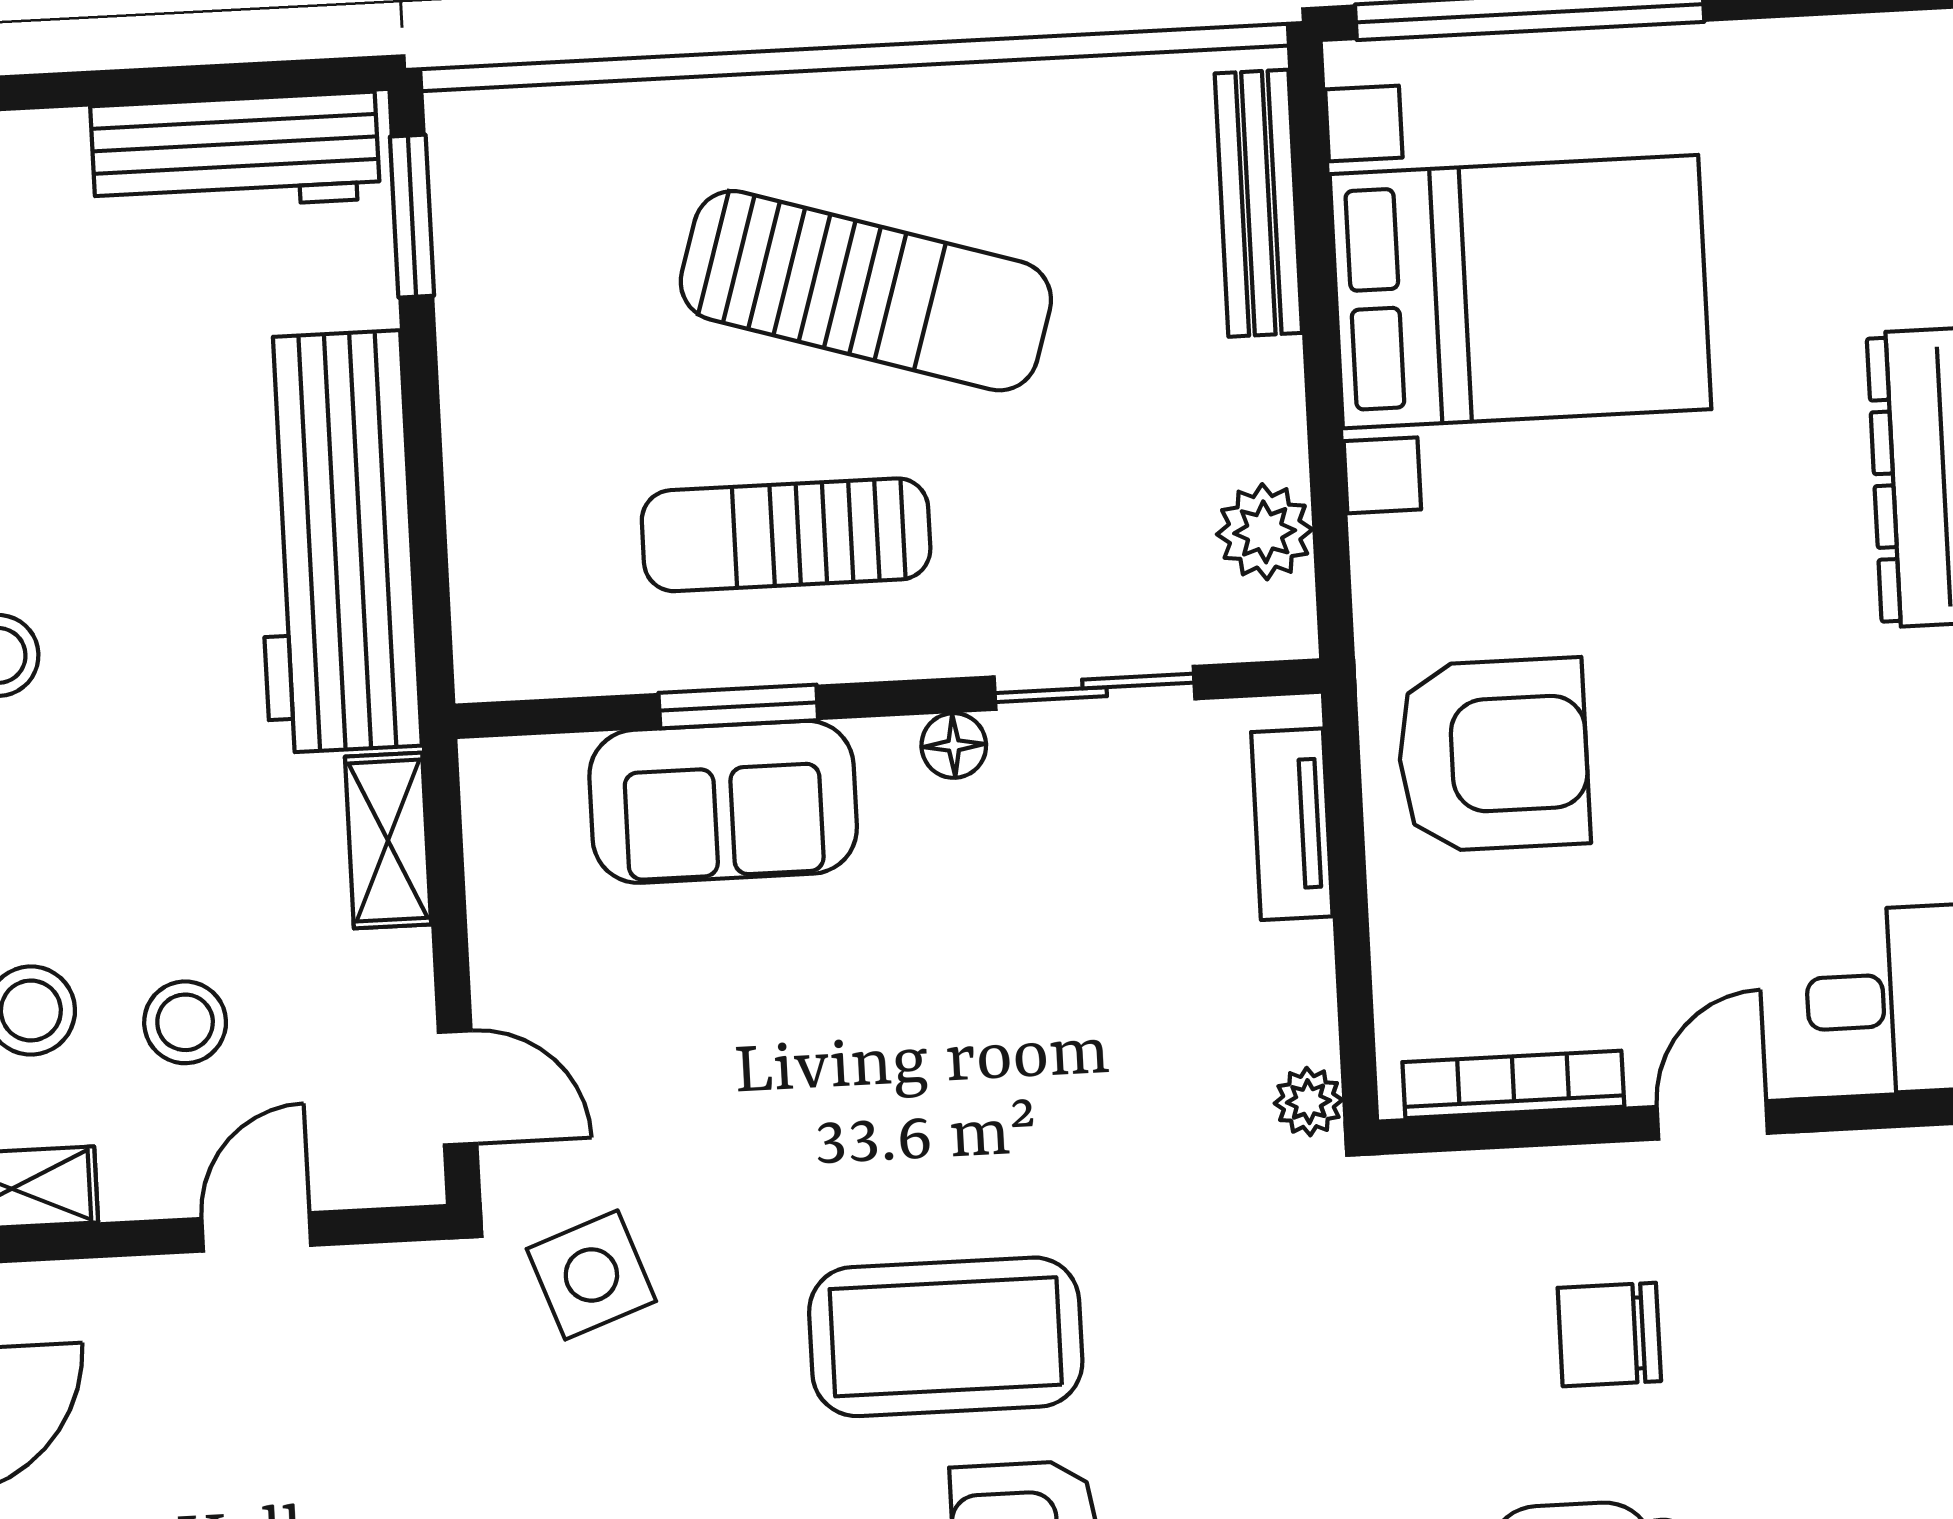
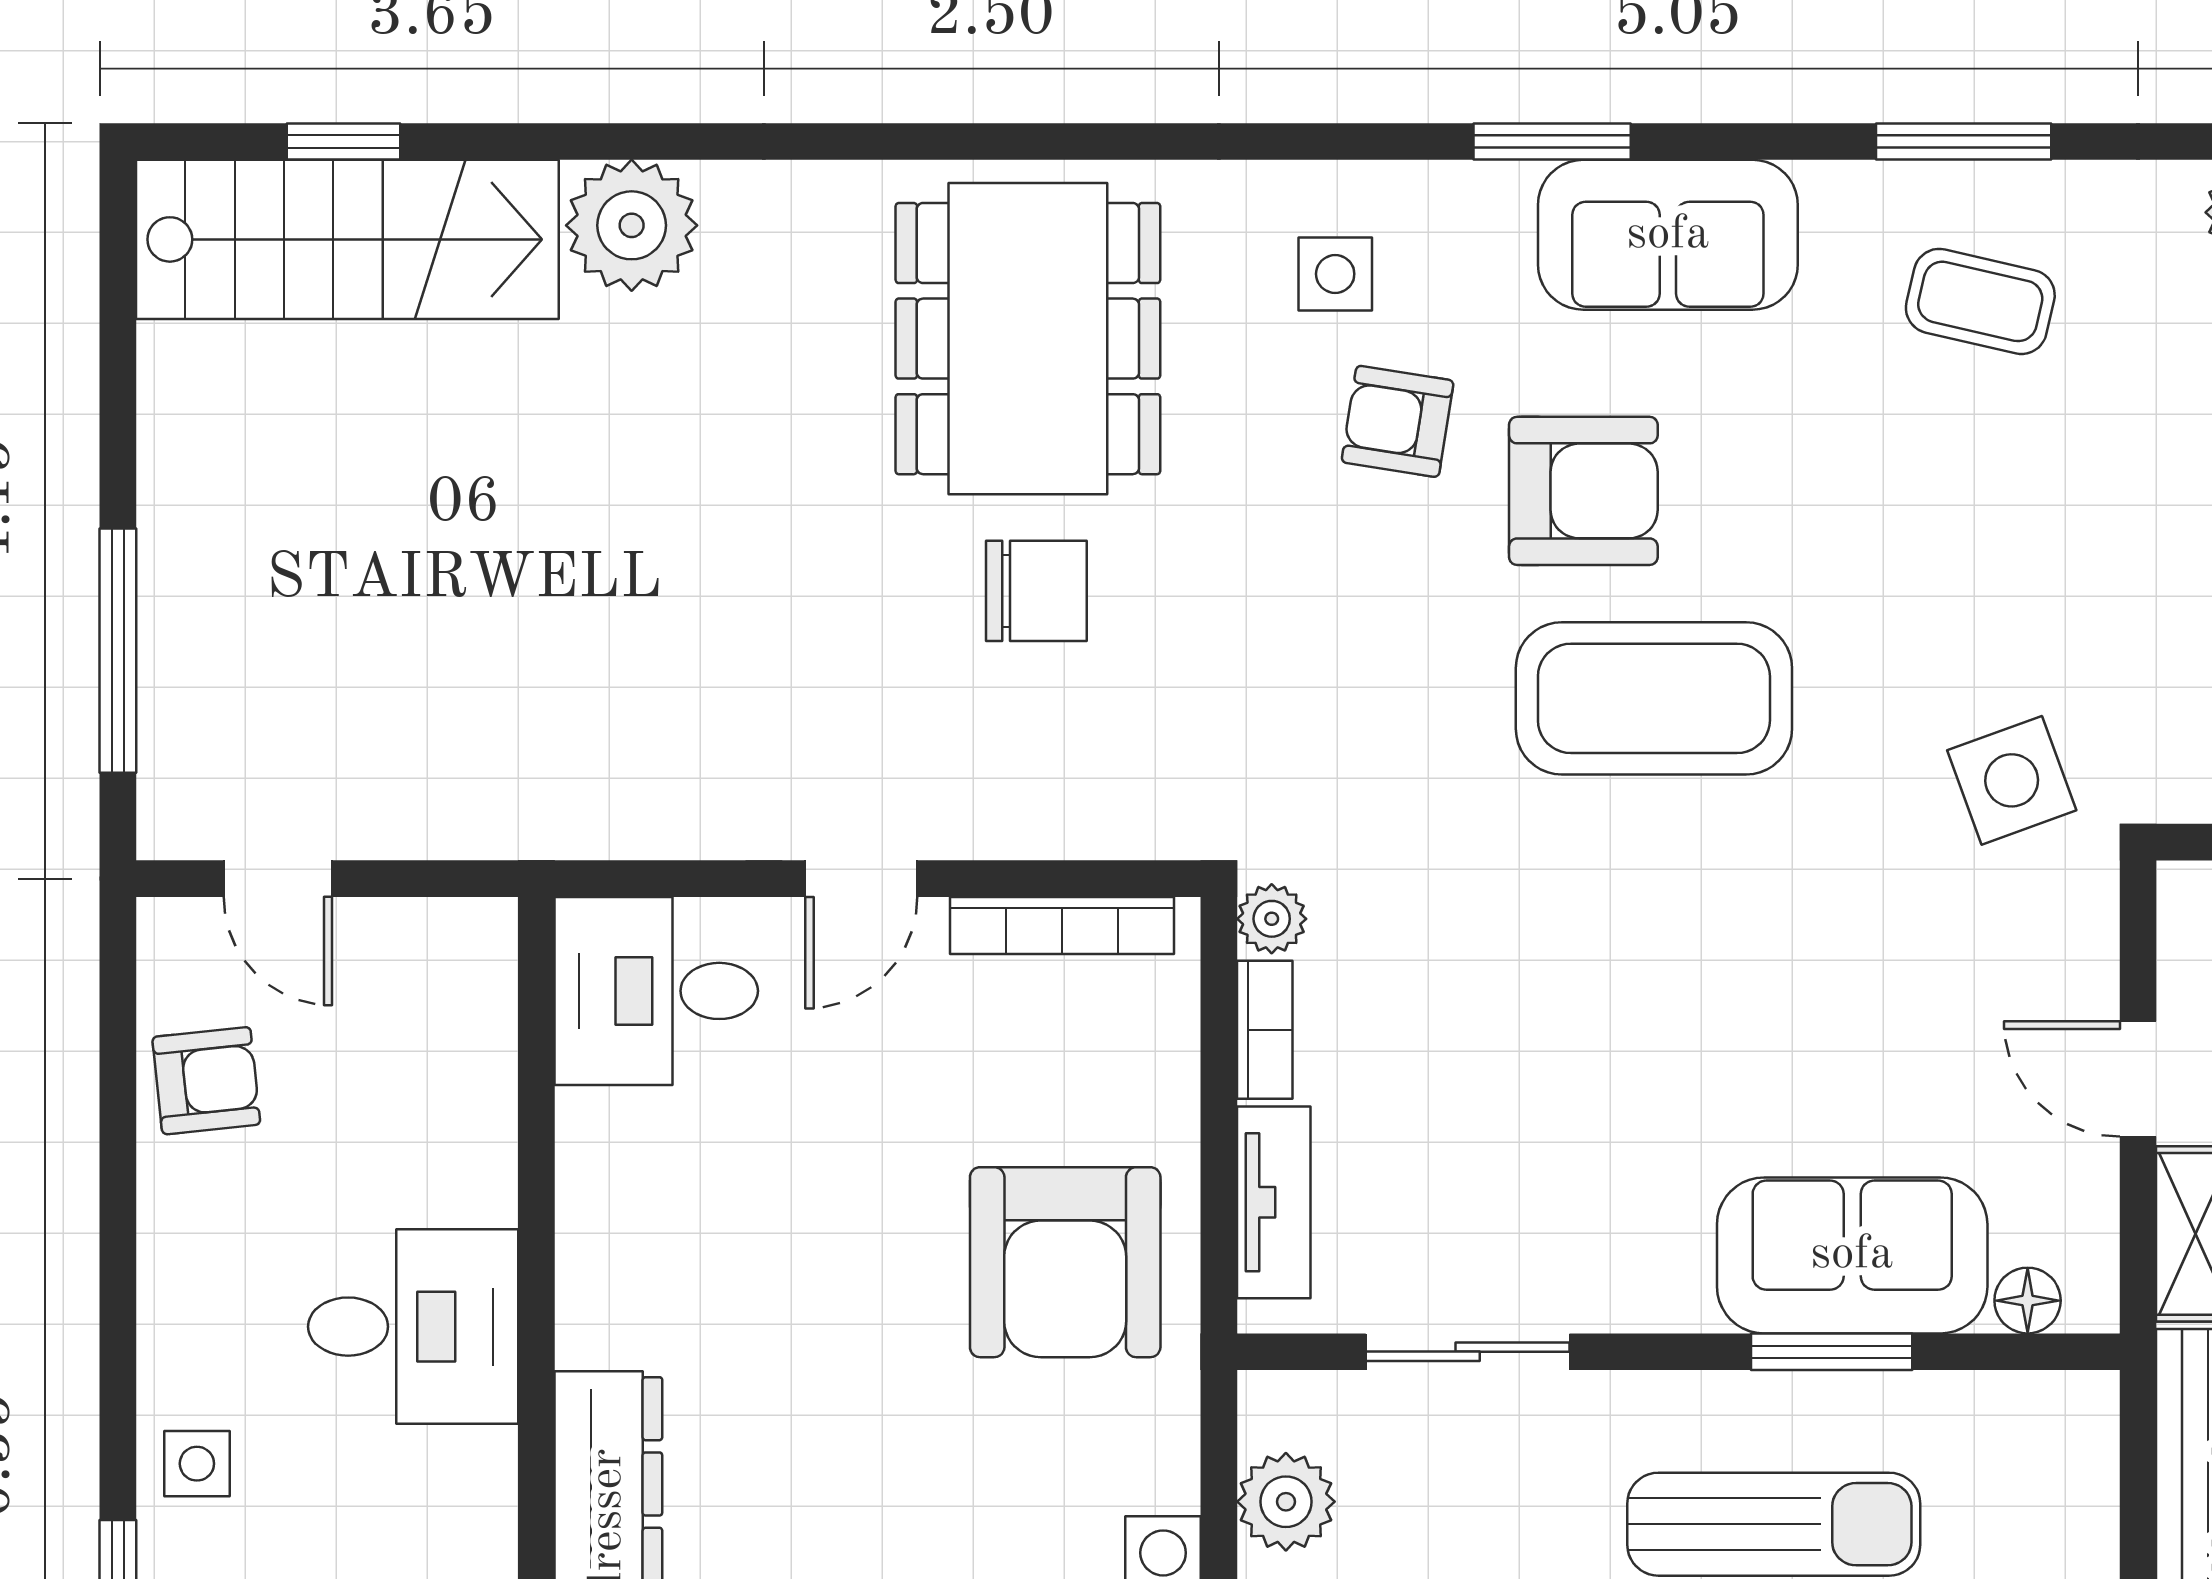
floor lamp: (954, 745) -> (2028, 1301), moved
armchair: (1493, 755) -> (1065, 1262), turned -90
bookcase: (1310, 993) -> (1265, 1030), added
door: (458, 1088) -> (2138, 1079), moved
chair: (1609, 1334) -> (1036, 591), moved

